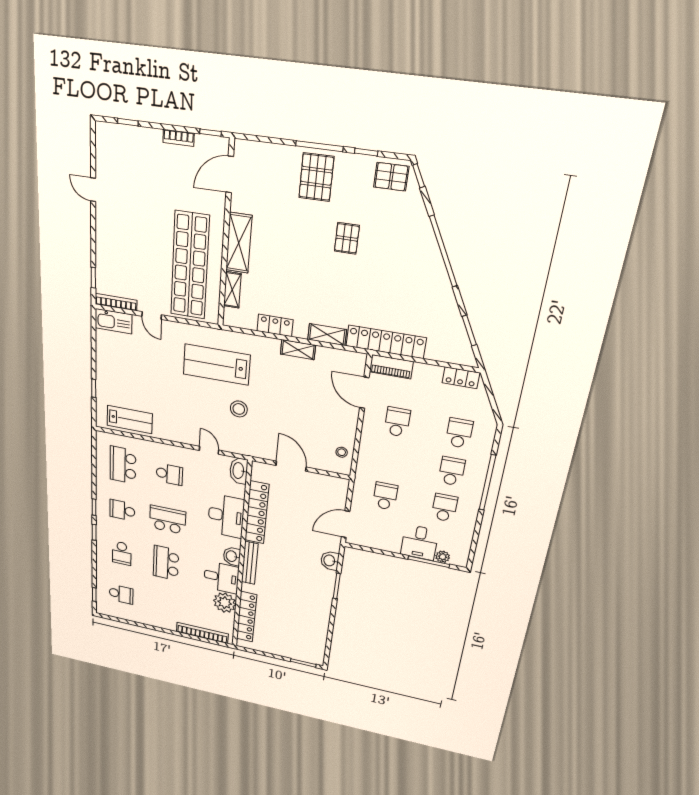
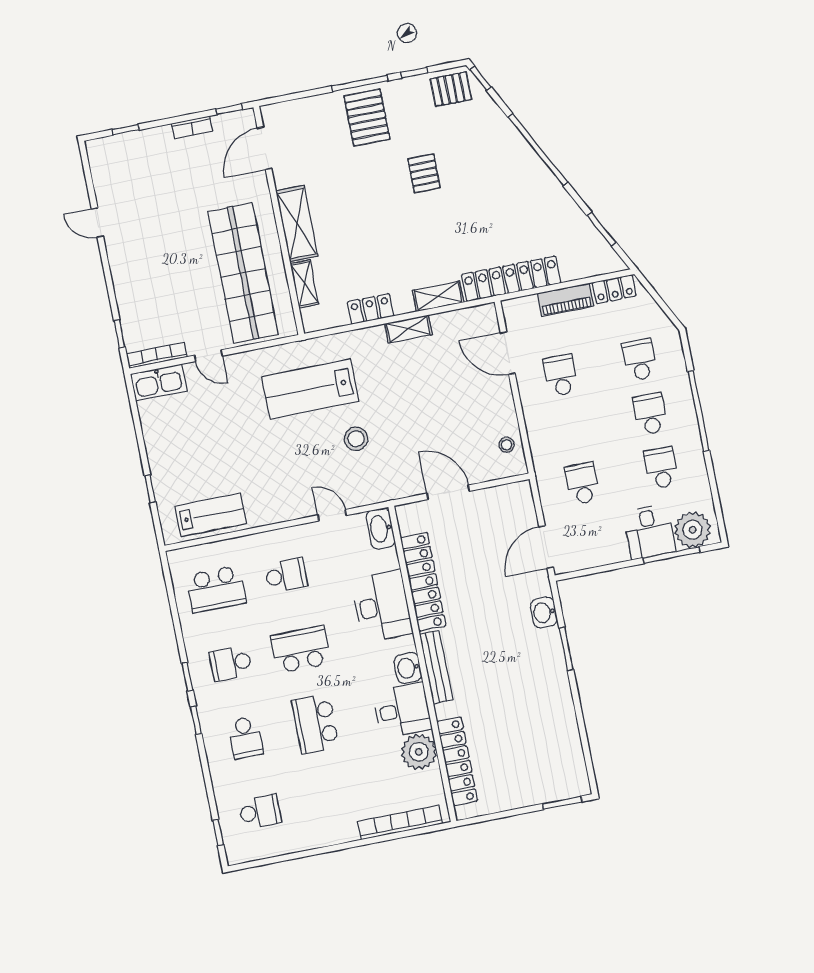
piano: (391, 367) -> (566, 300), moved
school desk: (123, 465) -> (216, 589), turned -90
plant: (443, 557) -> (693, 530), width x1.88, depth x1.88

